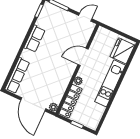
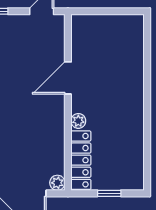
fridge: (122, 51) -> (128, 39), removed
kitchen unit: (110, 83) -> (132, 101), removed

